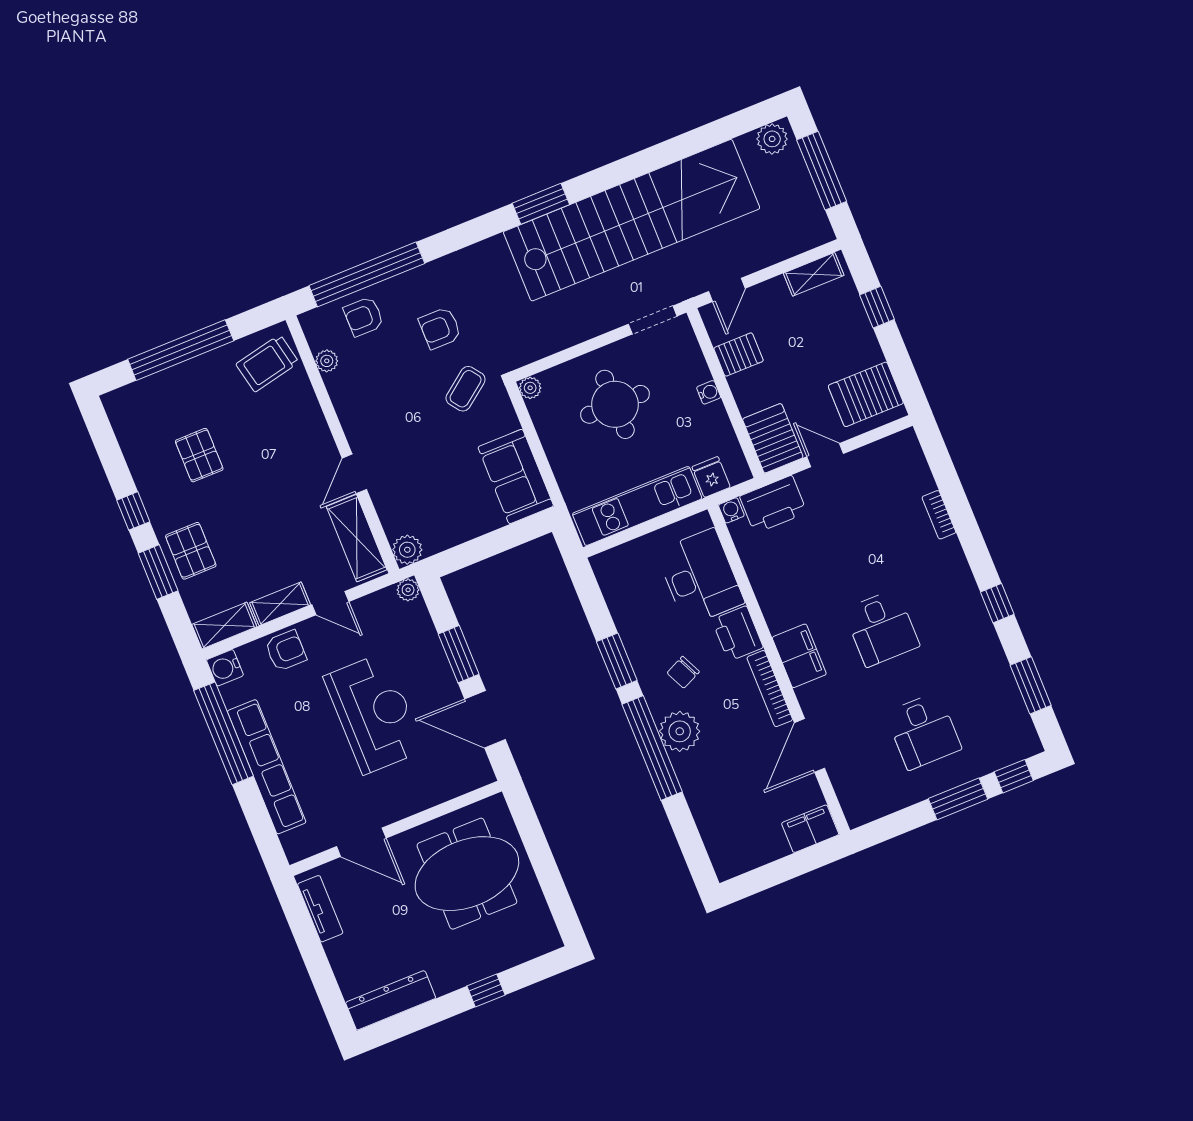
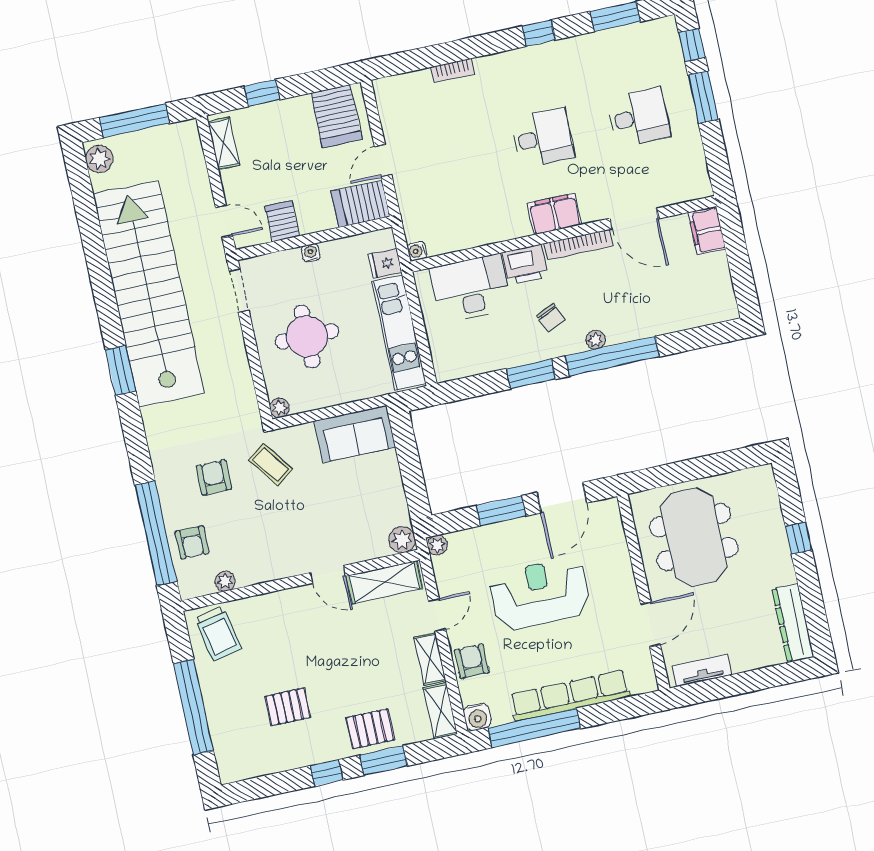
armchair: (440, 328) -> (214, 477), turned 180
printer: (773, 504) -> (418, 214), removed
plant: (680, 731) -> (596, 340), width x0.53, depth x0.53

